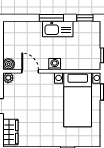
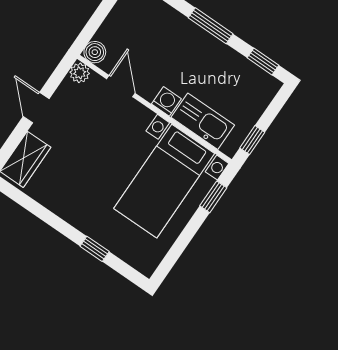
kitchen sink: (58, 29) -> (203, 121), moved, turned 180

